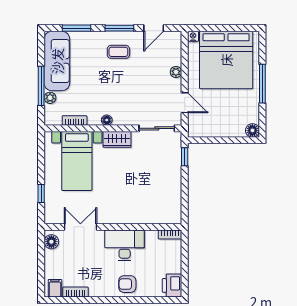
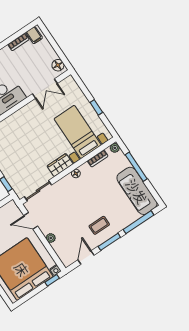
window: (77, 28) -> (139, 222), width x1.44
window: (203, 28) -> (52, 280), added
plant: (50, 98) -> (115, 148), moved
window: (41, 193) -> (96, 107), moved

